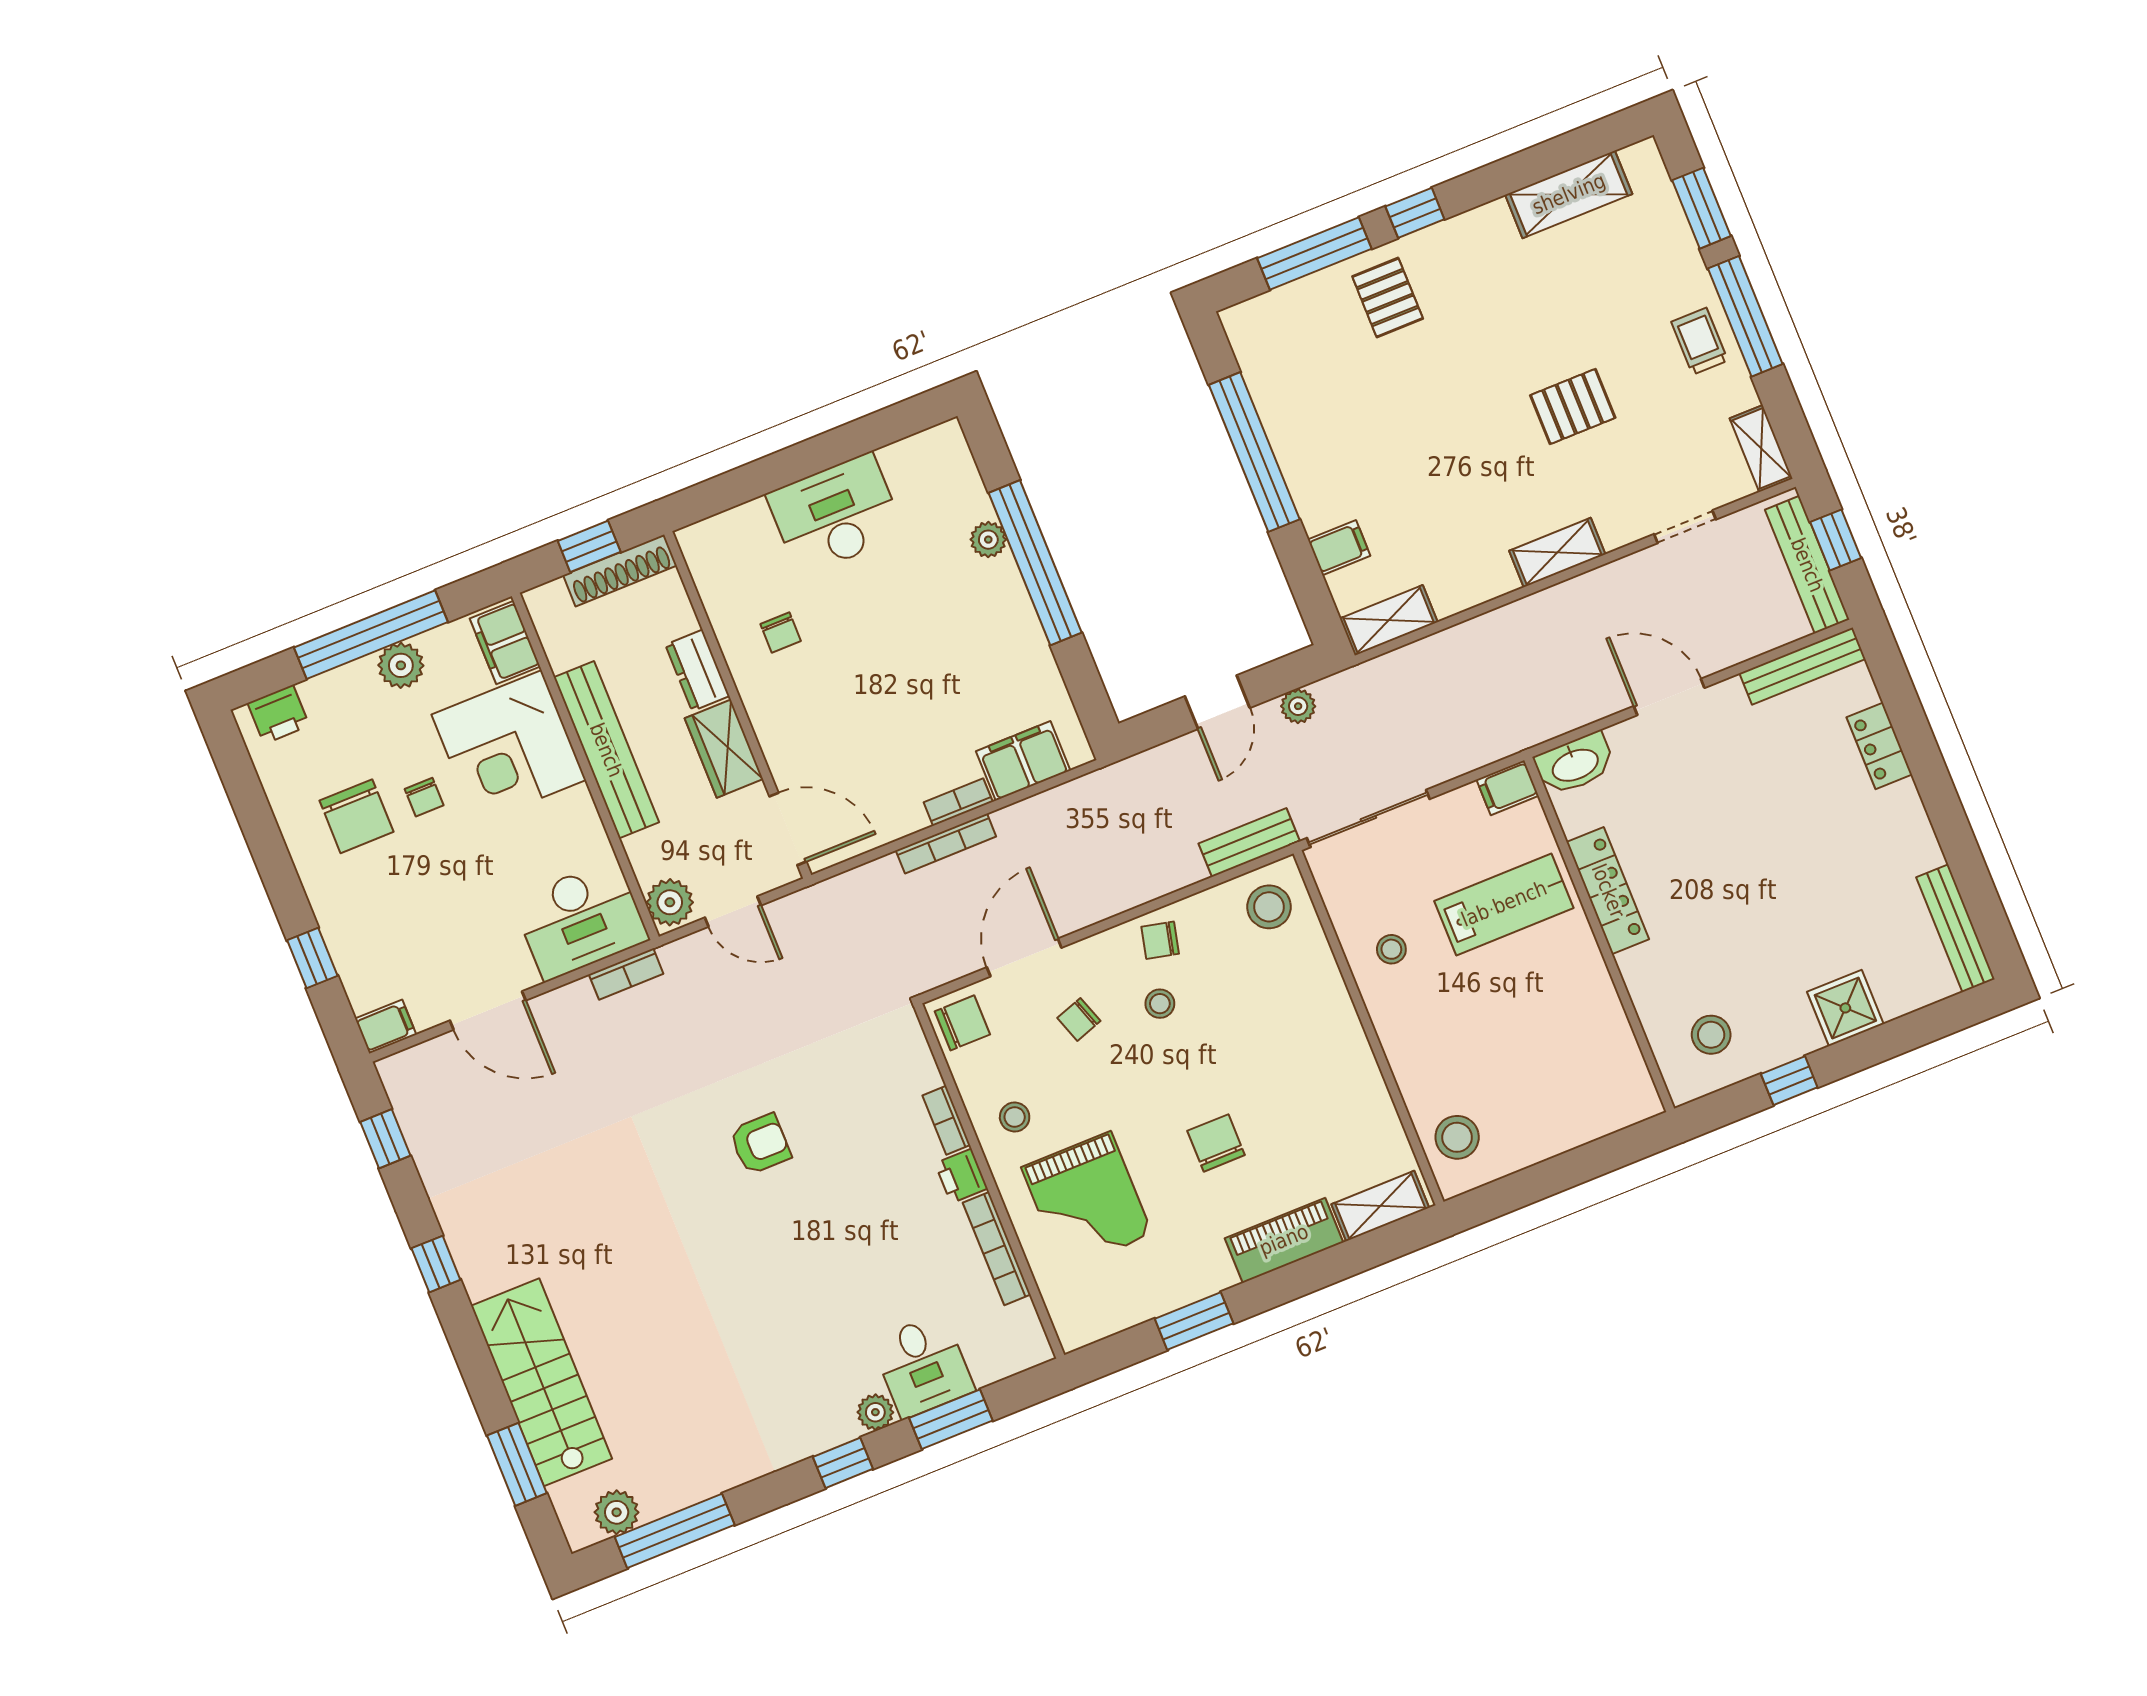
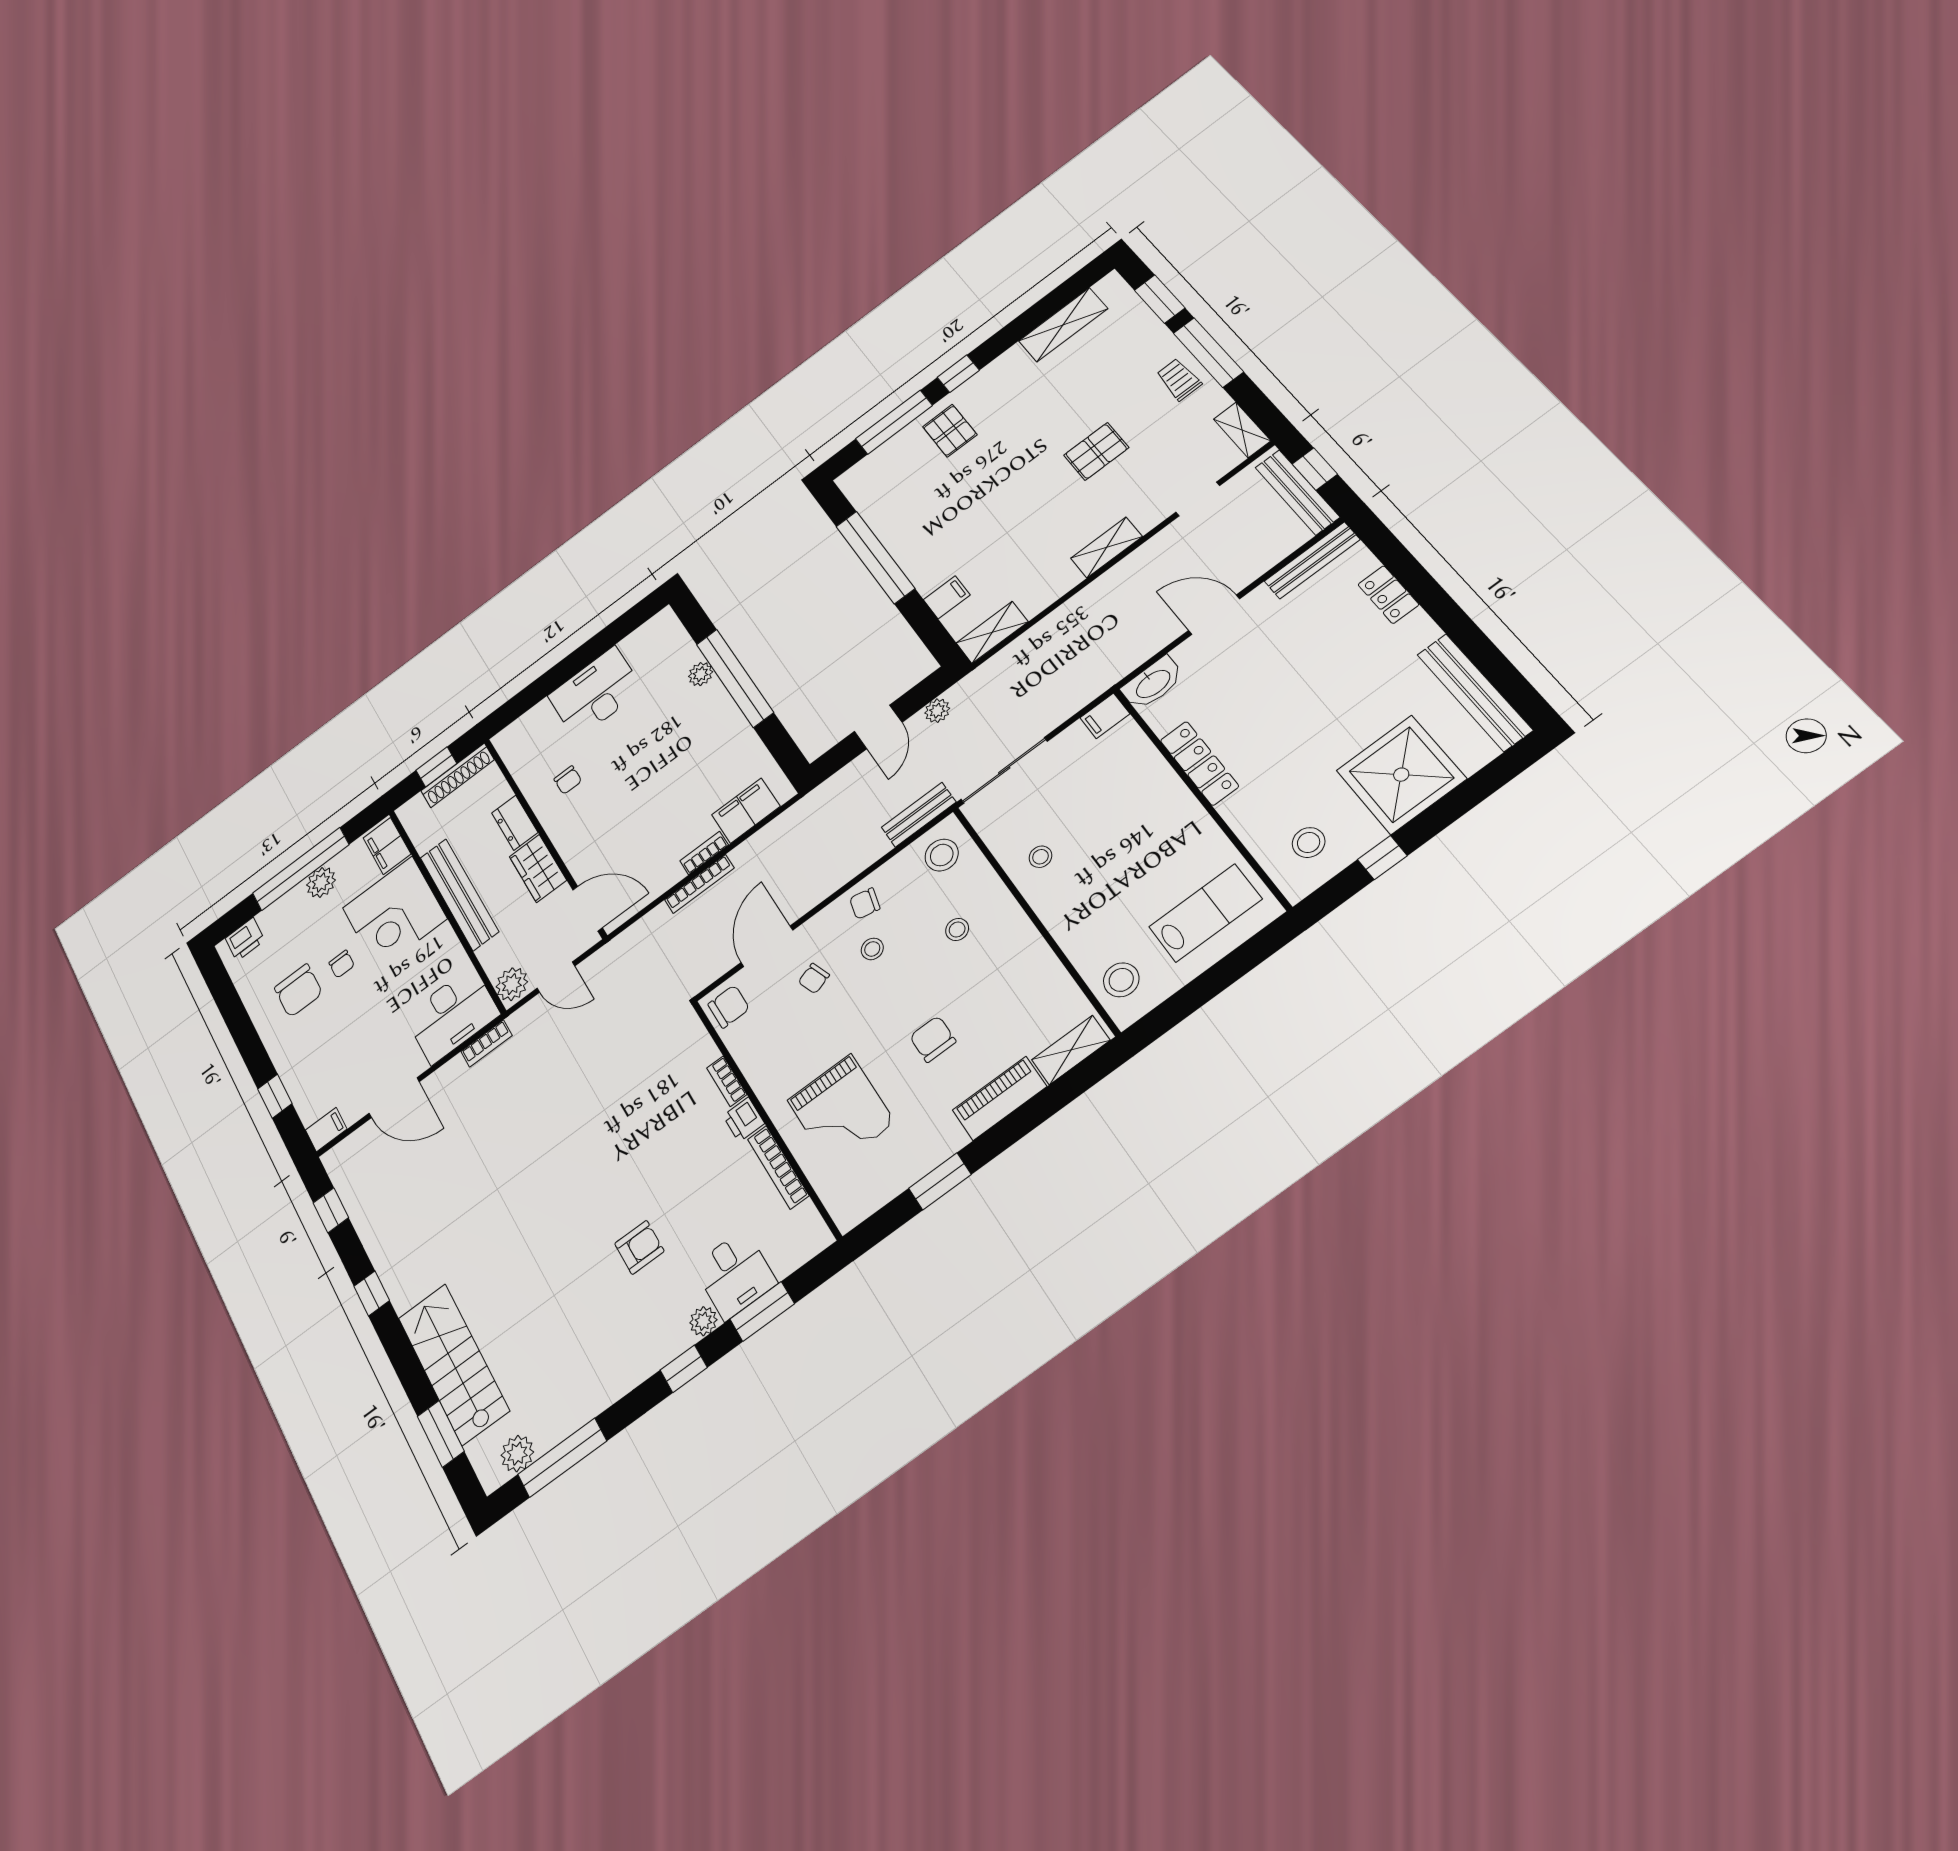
lab bench: (1504, 904) -> (1205, 913), moved
bench: (1955, 928) -> (1475, 692), width x1.37, depth x1.21
shower: (1845, 1008) -> (1401, 775), width x1.86, depth x1.86
stool: (1015, 1117) -> (957, 929), moved
armchair: (760, 1144) -> (639, 1247), moved

